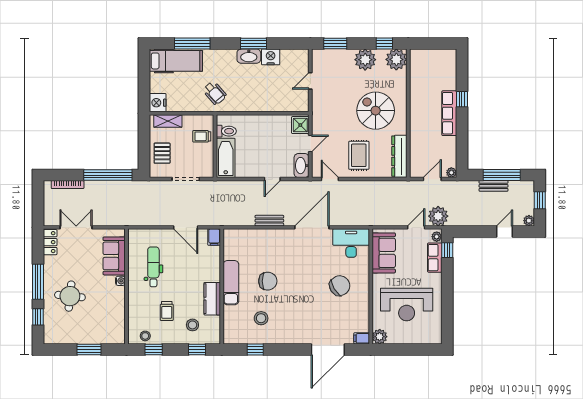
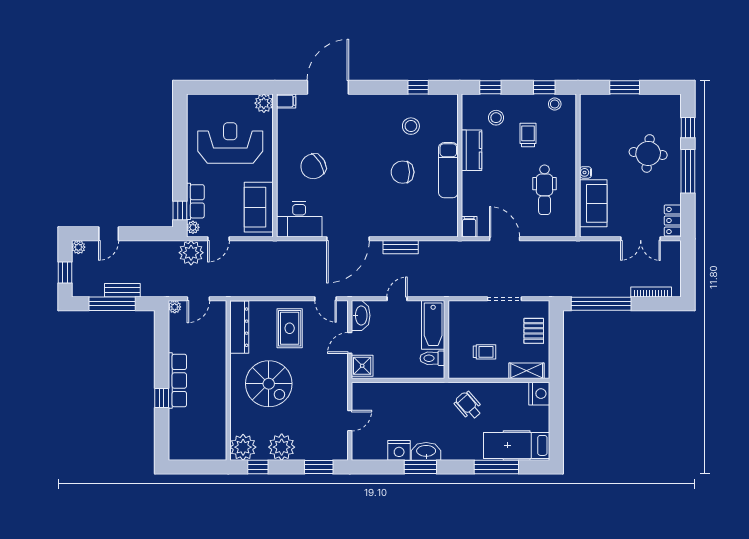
toilet: (226, 131) -> (432, 358), moved
wall: (215, 146) -> (446, 340), moved
bathtub: (226, 158) -> (433, 325), moved

